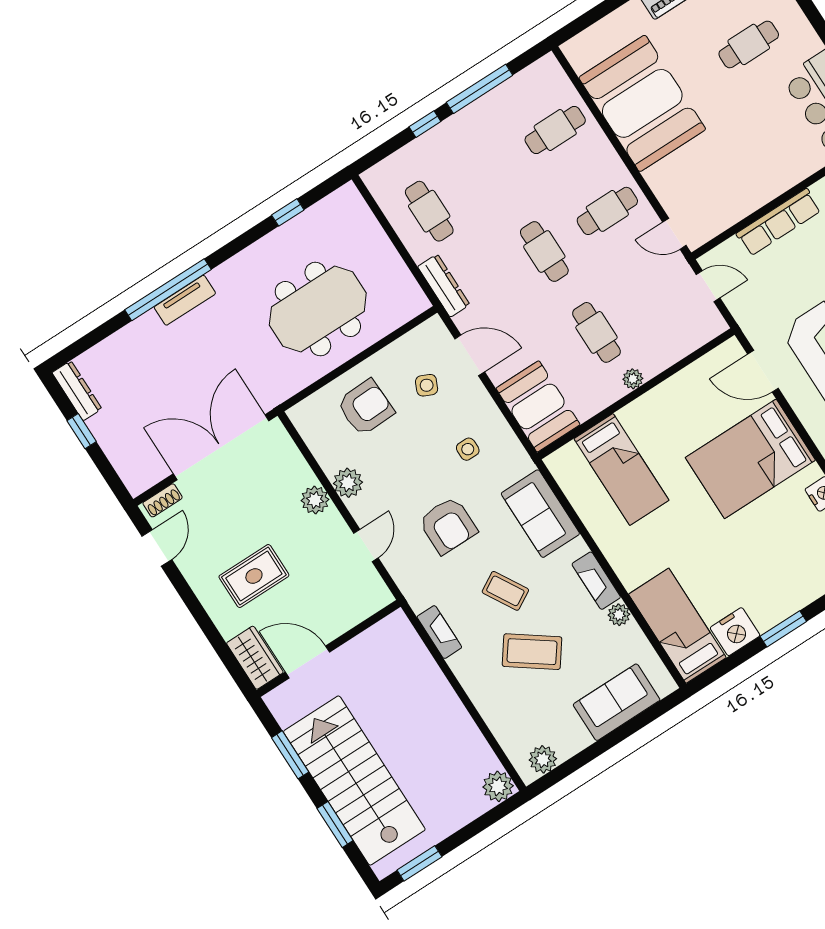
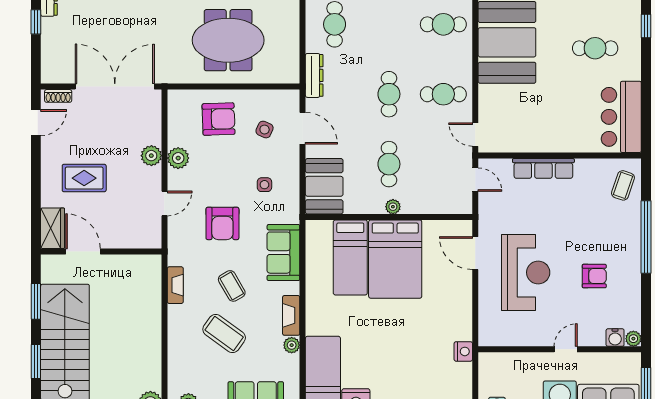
bed: (750, 459) -> (395, 259), moved, turned -90

